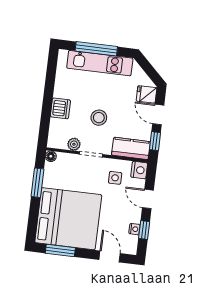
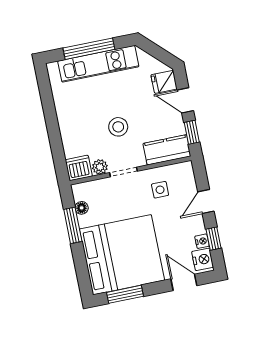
dishwasher: (60, 108) -> (79, 168), moved, turned -90
floor lamp: (51, 156) -> (82, 208), moved
nightstand: (139, 170) -> (203, 259), moved
door: (148, 199) -> (206, 201), hinge flipped

